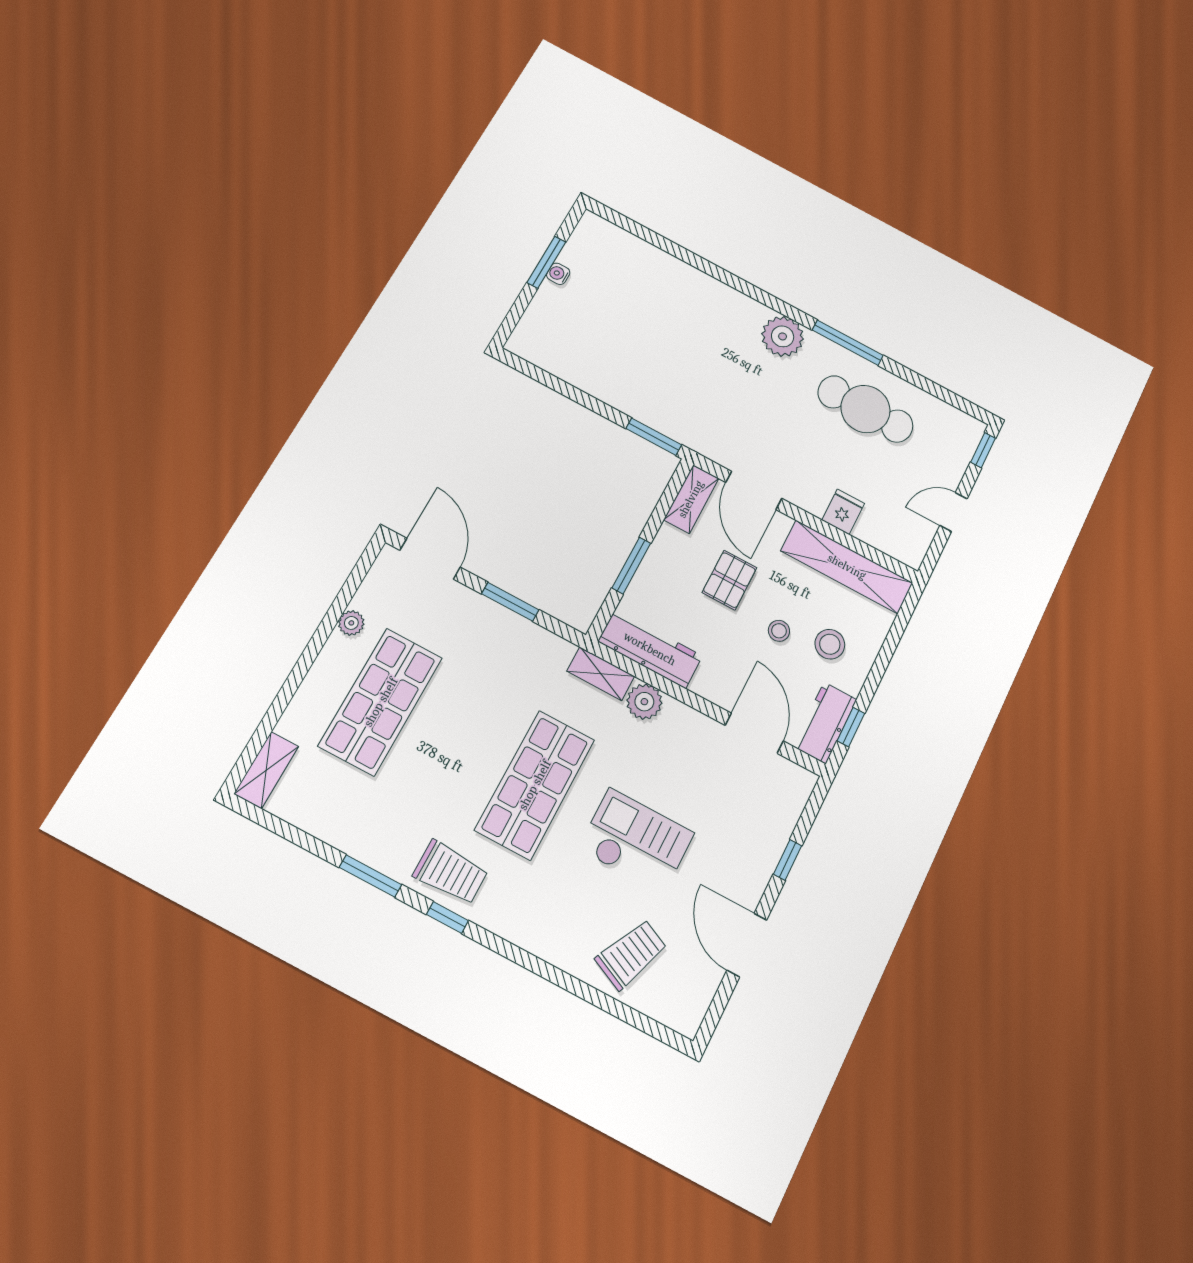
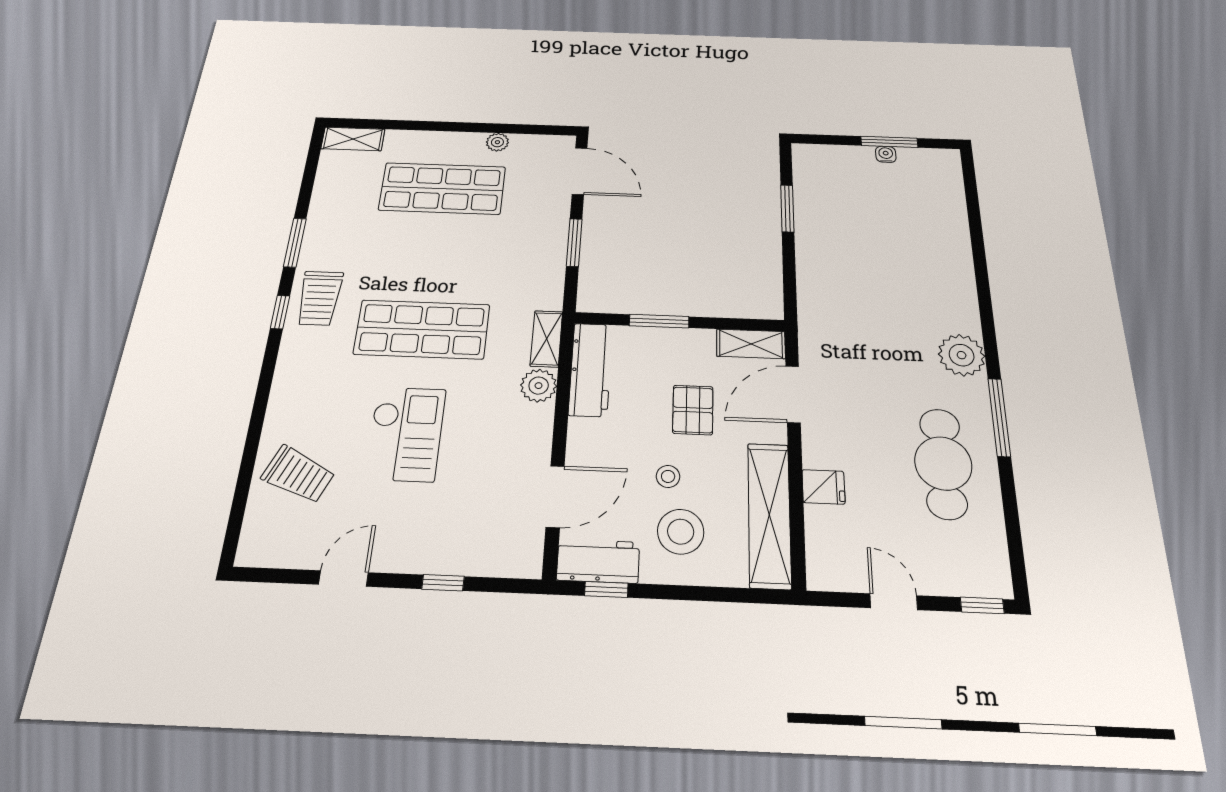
window: (654, 437) -> (787, 208), moved
door: (430, 559) -> (580, 171), hinge flipped
pallet: (729, 580) -> (693, 410), turned 90
stool: (830, 644) -> (681, 532), width x1.38, depth x1.38
door: (747, 945) -> (343, 578), width x0.73

